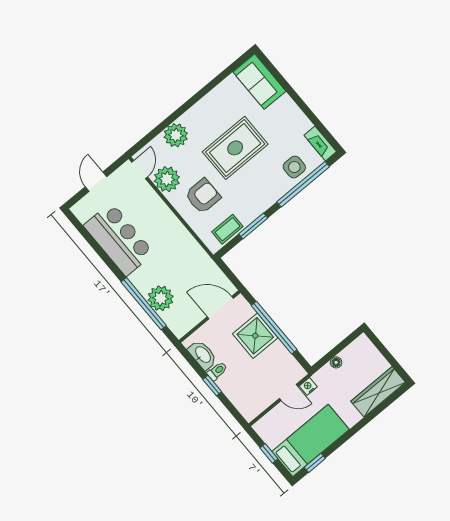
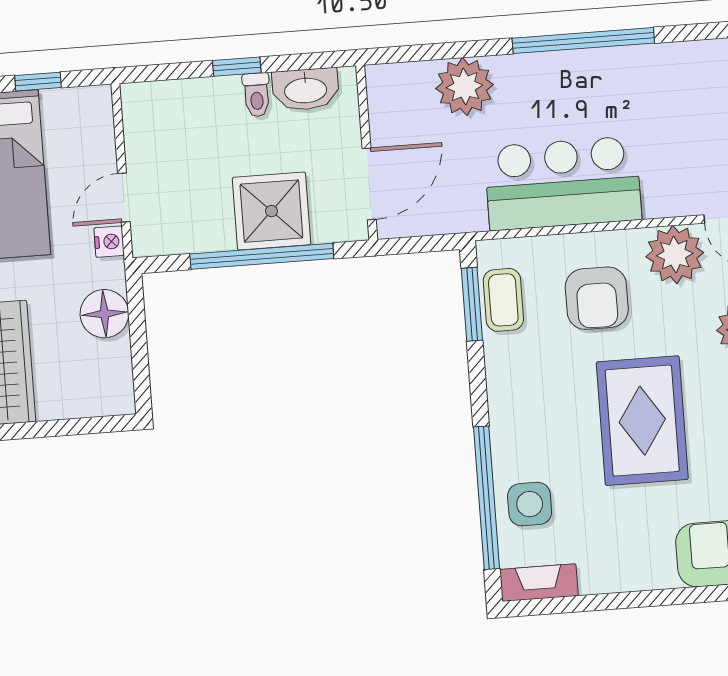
window: (253, 226) -> (472, 304), moved
bar counter: (119, 239) -> (563, 183), moved, turned 180
window: (144, 304) -> (583, 41), moved
floor lamp: (336, 362) -> (104, 314), width x1.89, depth x1.89

